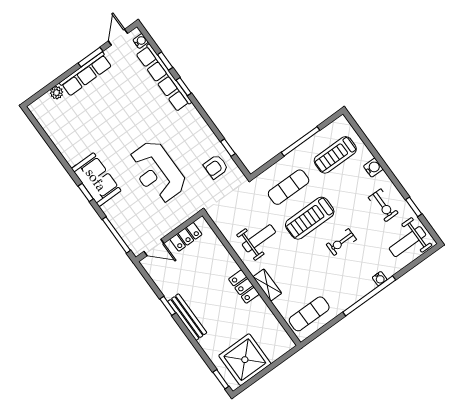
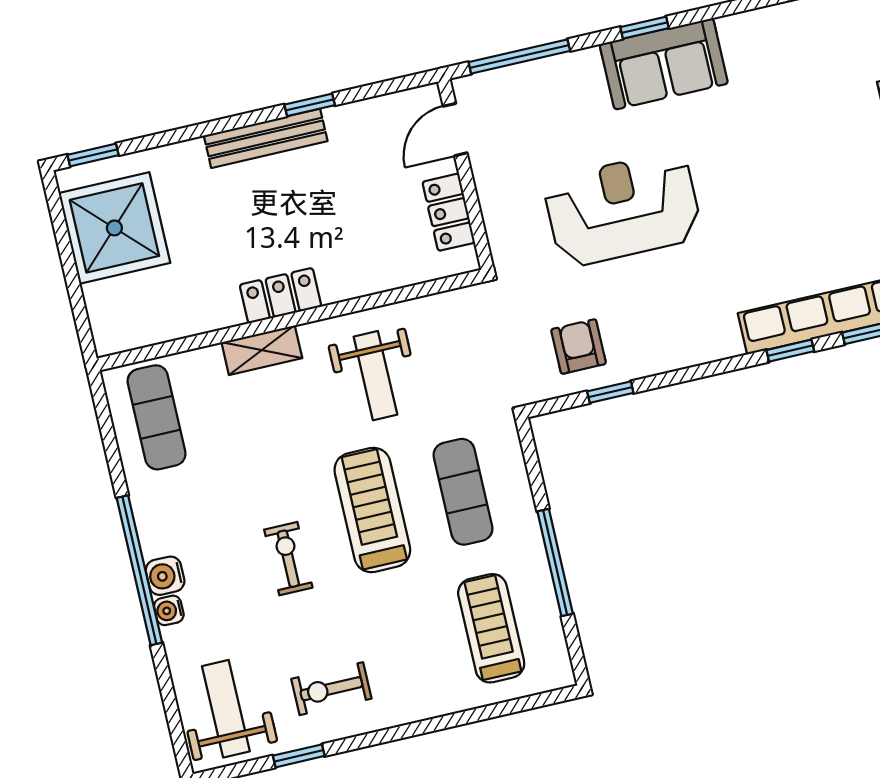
water cooler: (373, 168) -> (165, 576), moved, turned 90

